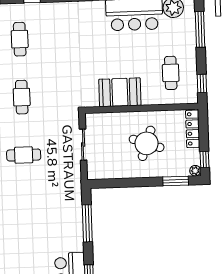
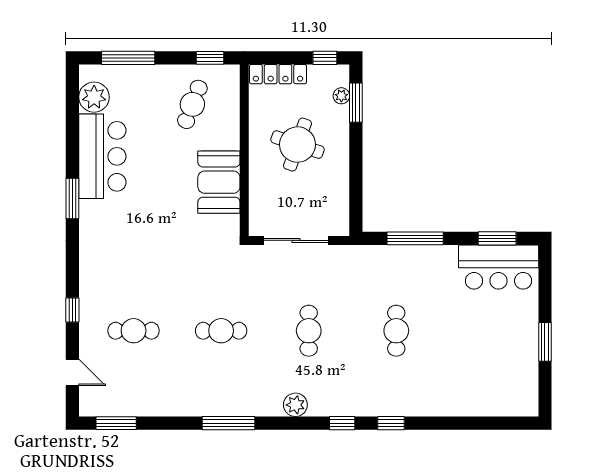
cafe table: (171, 73) -> (192, 104), turned -69
sliding door: (83, 145) -> (296, 240), width x1.37
plant: (195, 171) -> (341, 96), moved
cafe table: (26, 213) -> (396, 331), added

